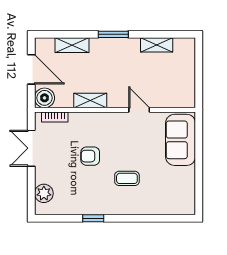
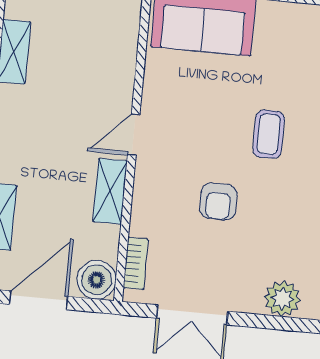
door: (139, 110) -> (134, 135), moved

